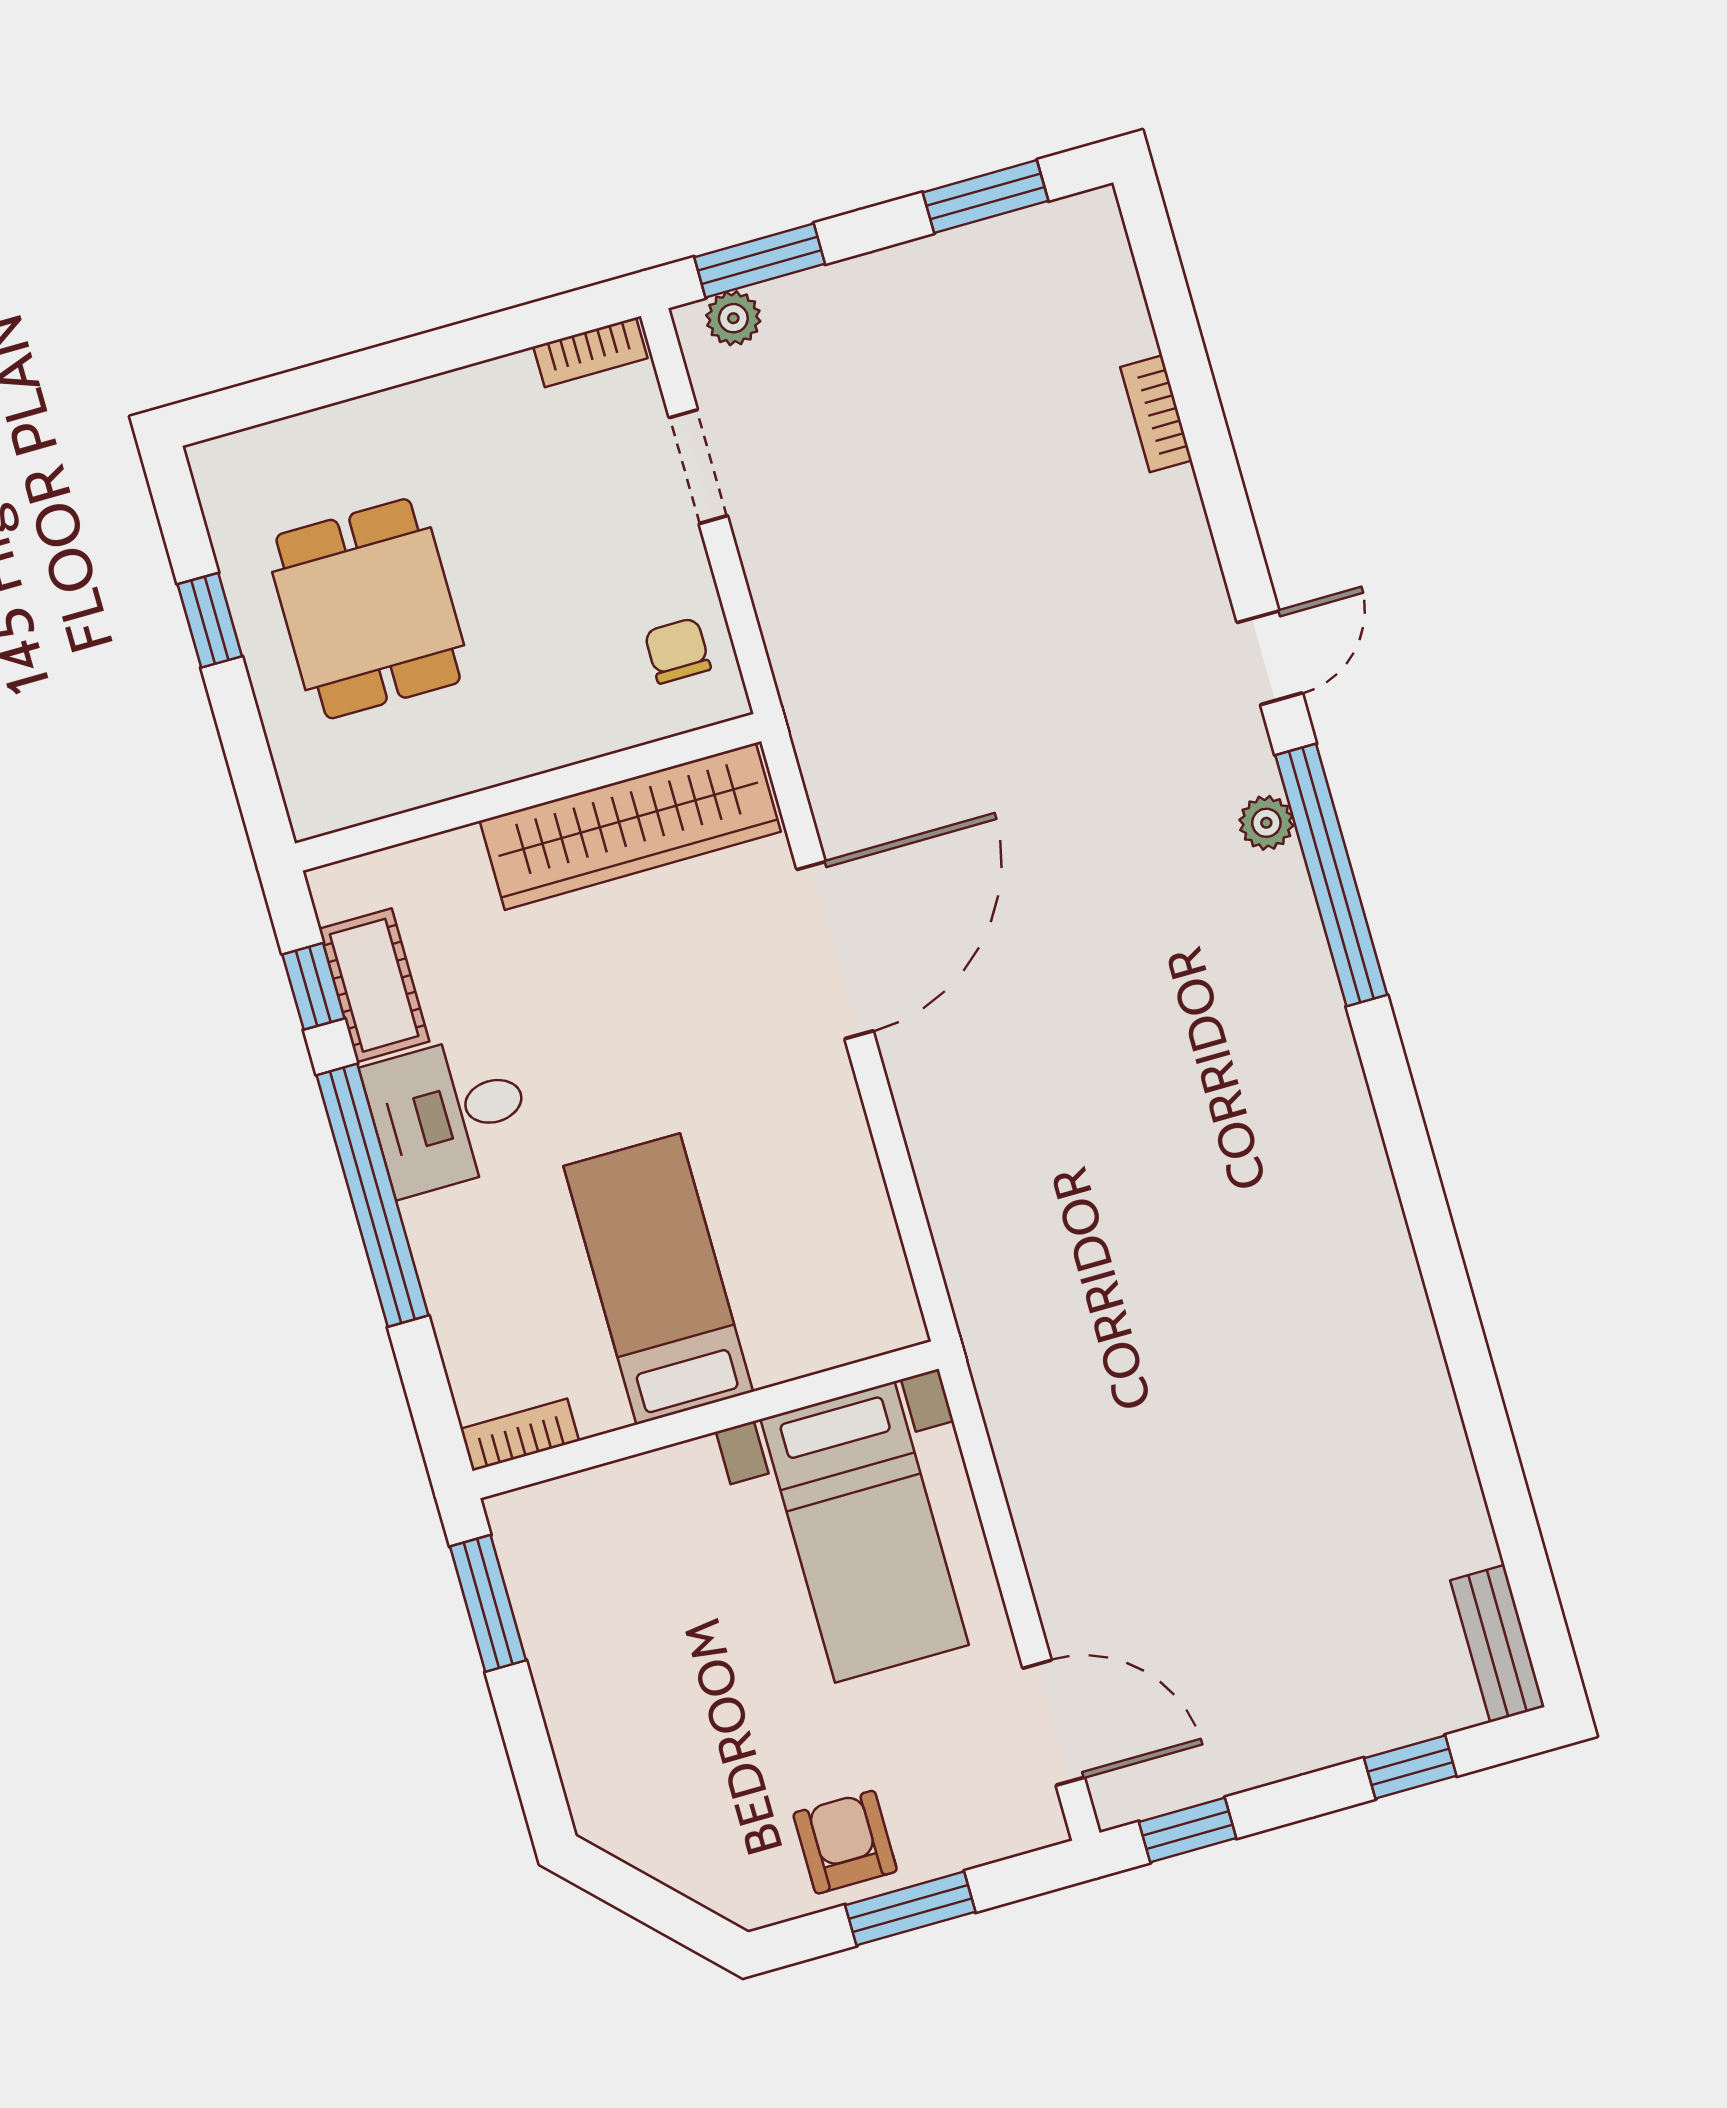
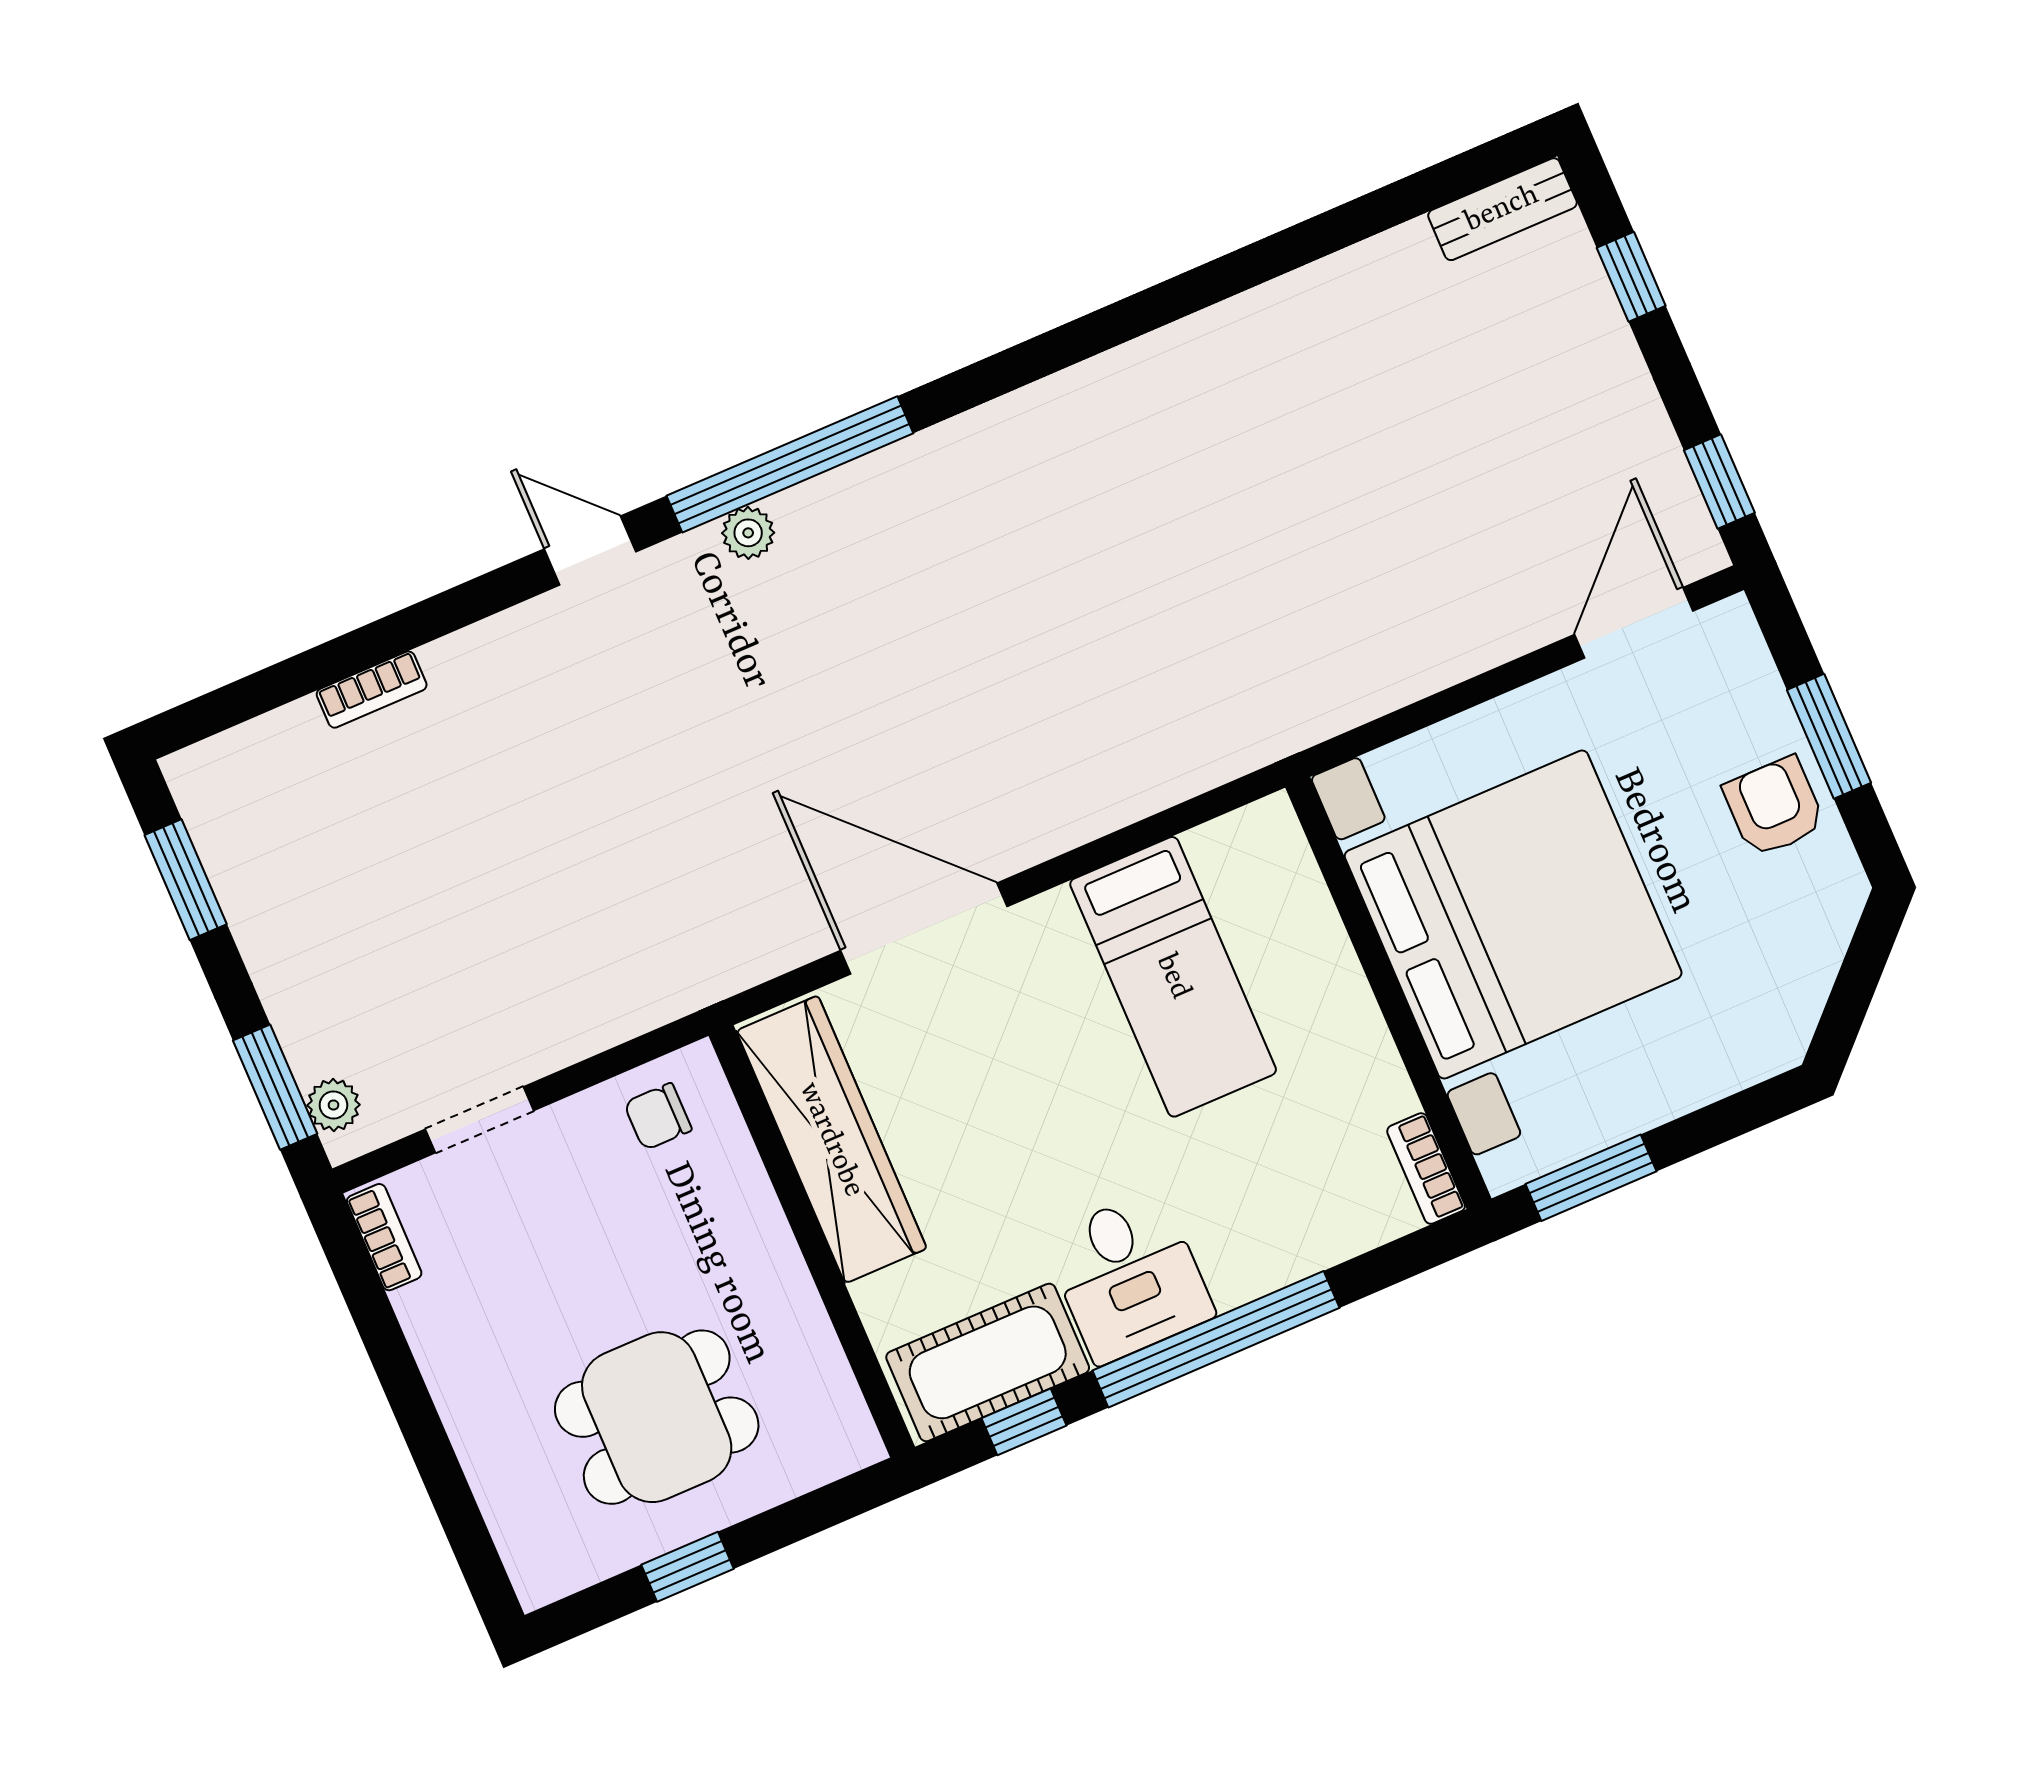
cot: (374, 985) -> (988, 1362), width x1.37, depth x1.34
bed: (658, 1279) -> (1173, 977), moved, turned -90
bed with nightstands: (865, 1532) -> (1513, 914), width x1.85
armchair: (845, 1842) -> (1774, 807), turned 90

